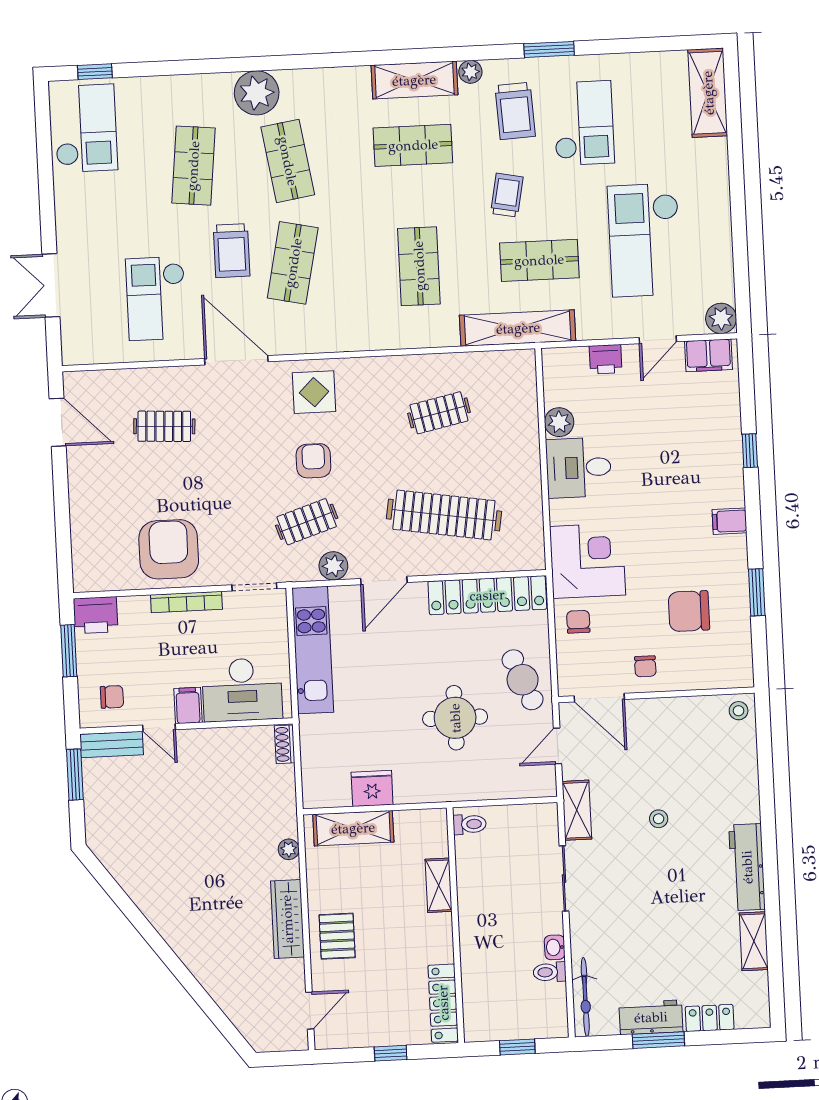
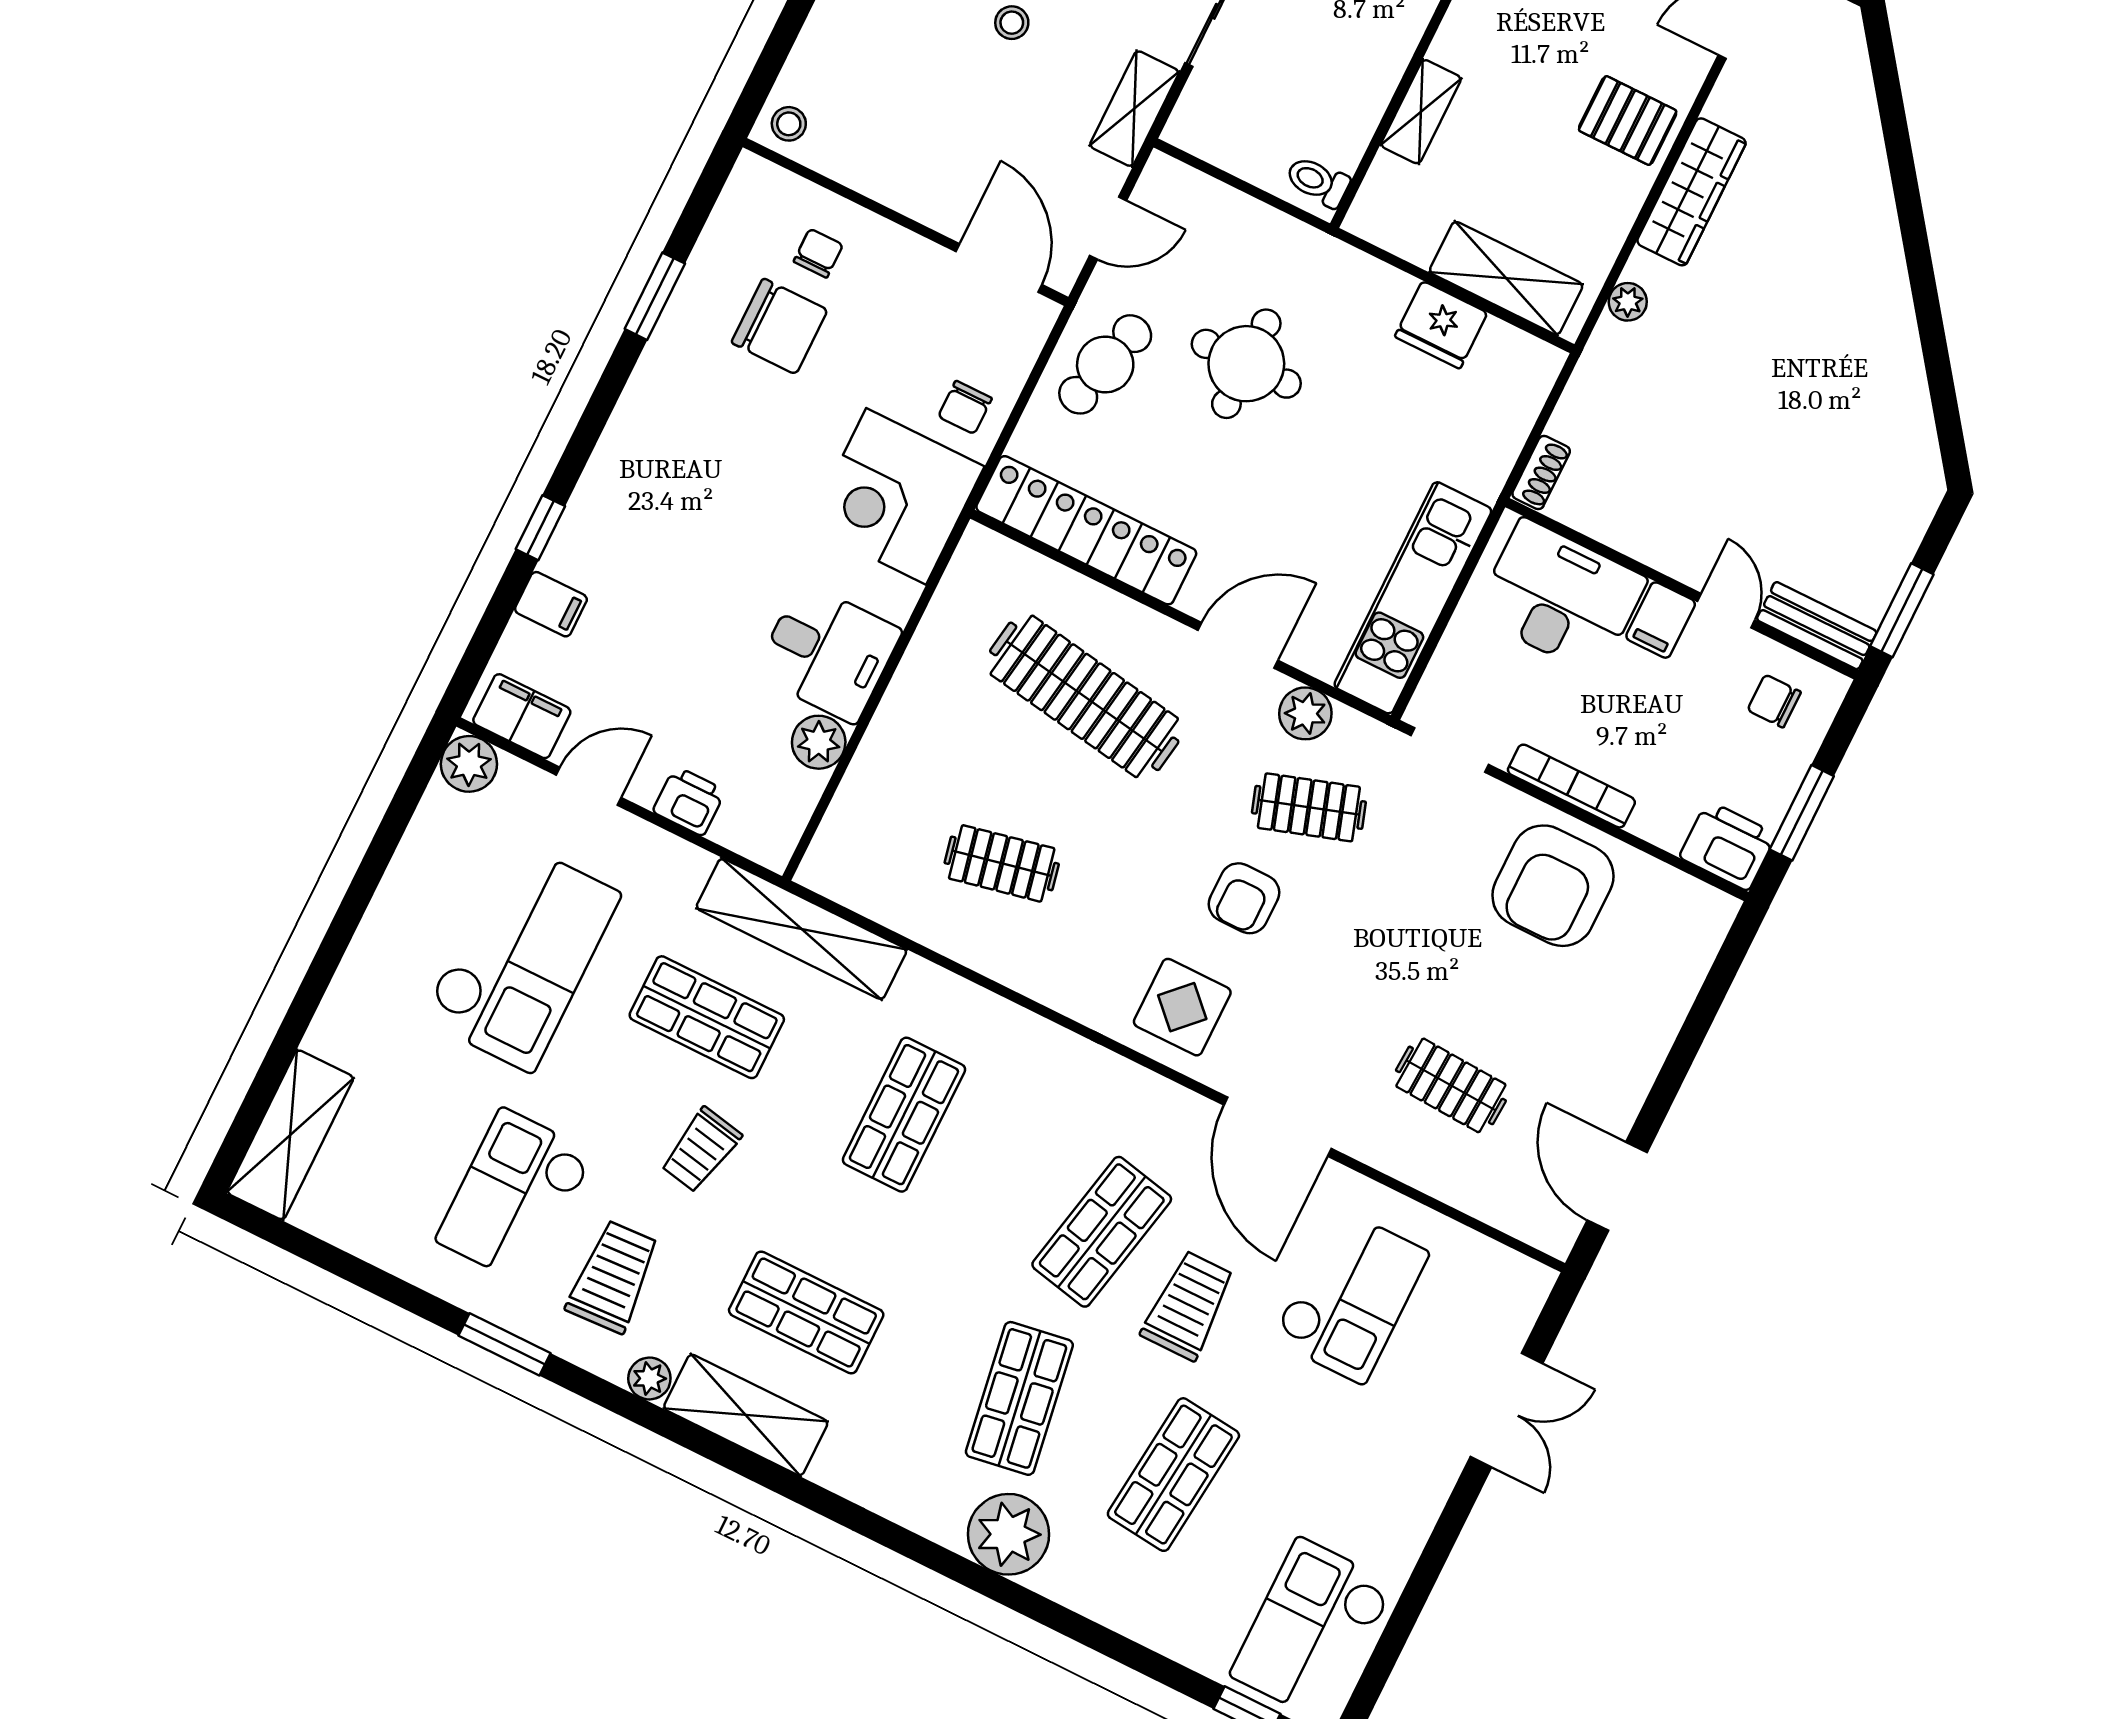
filing cabinet: (729, 521) -> (551, 604), moved
chair: (645, 666) -> (818, 253), moved
cafe table: (523, 680) -> (1105, 364), turned 38
pallet: (337, 936) -> (1628, 121), turned 90

